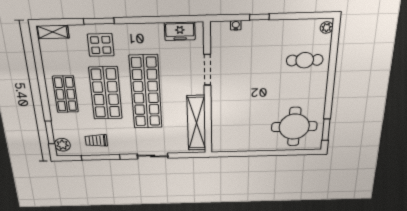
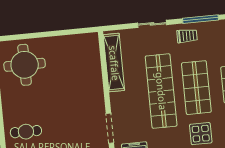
doorway: (207, 70) -> (110, 128), moved
trolley: (96, 141) -> (187, 36), moved

